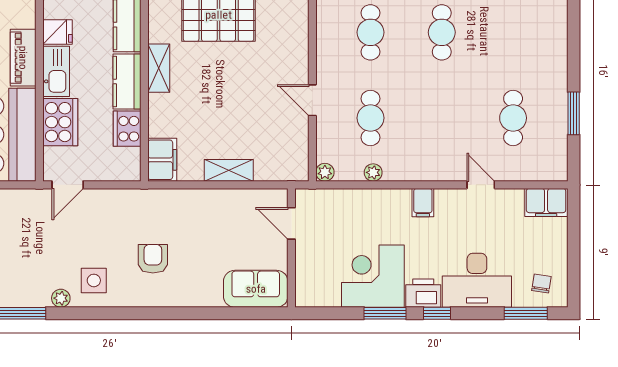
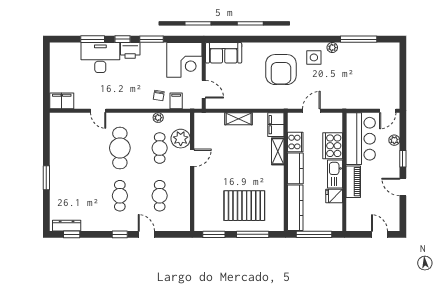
shelving: (159, 68) -> (278, 151), moved
door: (312, 100) -> (192, 158), hinge flipped
window: (574, 113) -> (46, 178), moved
cafe table: (513, 118) -> (120, 148), moved, width x1.37, depth x1.35
plant: (325, 172) -> (181, 139), moved, width x1.88, depth x1.88
door: (68, 185) -> (311, 111), moved
filing cabinet: (423, 203) -> (176, 101), moved
armchair: (153, 259) -> (281, 70), width x1.88, depth x1.88
corner desk: (373, 276) -> (184, 60), moved
chair: (541, 283) -> (159, 95), moved
window: (526, 313) -> (93, 39), moved

